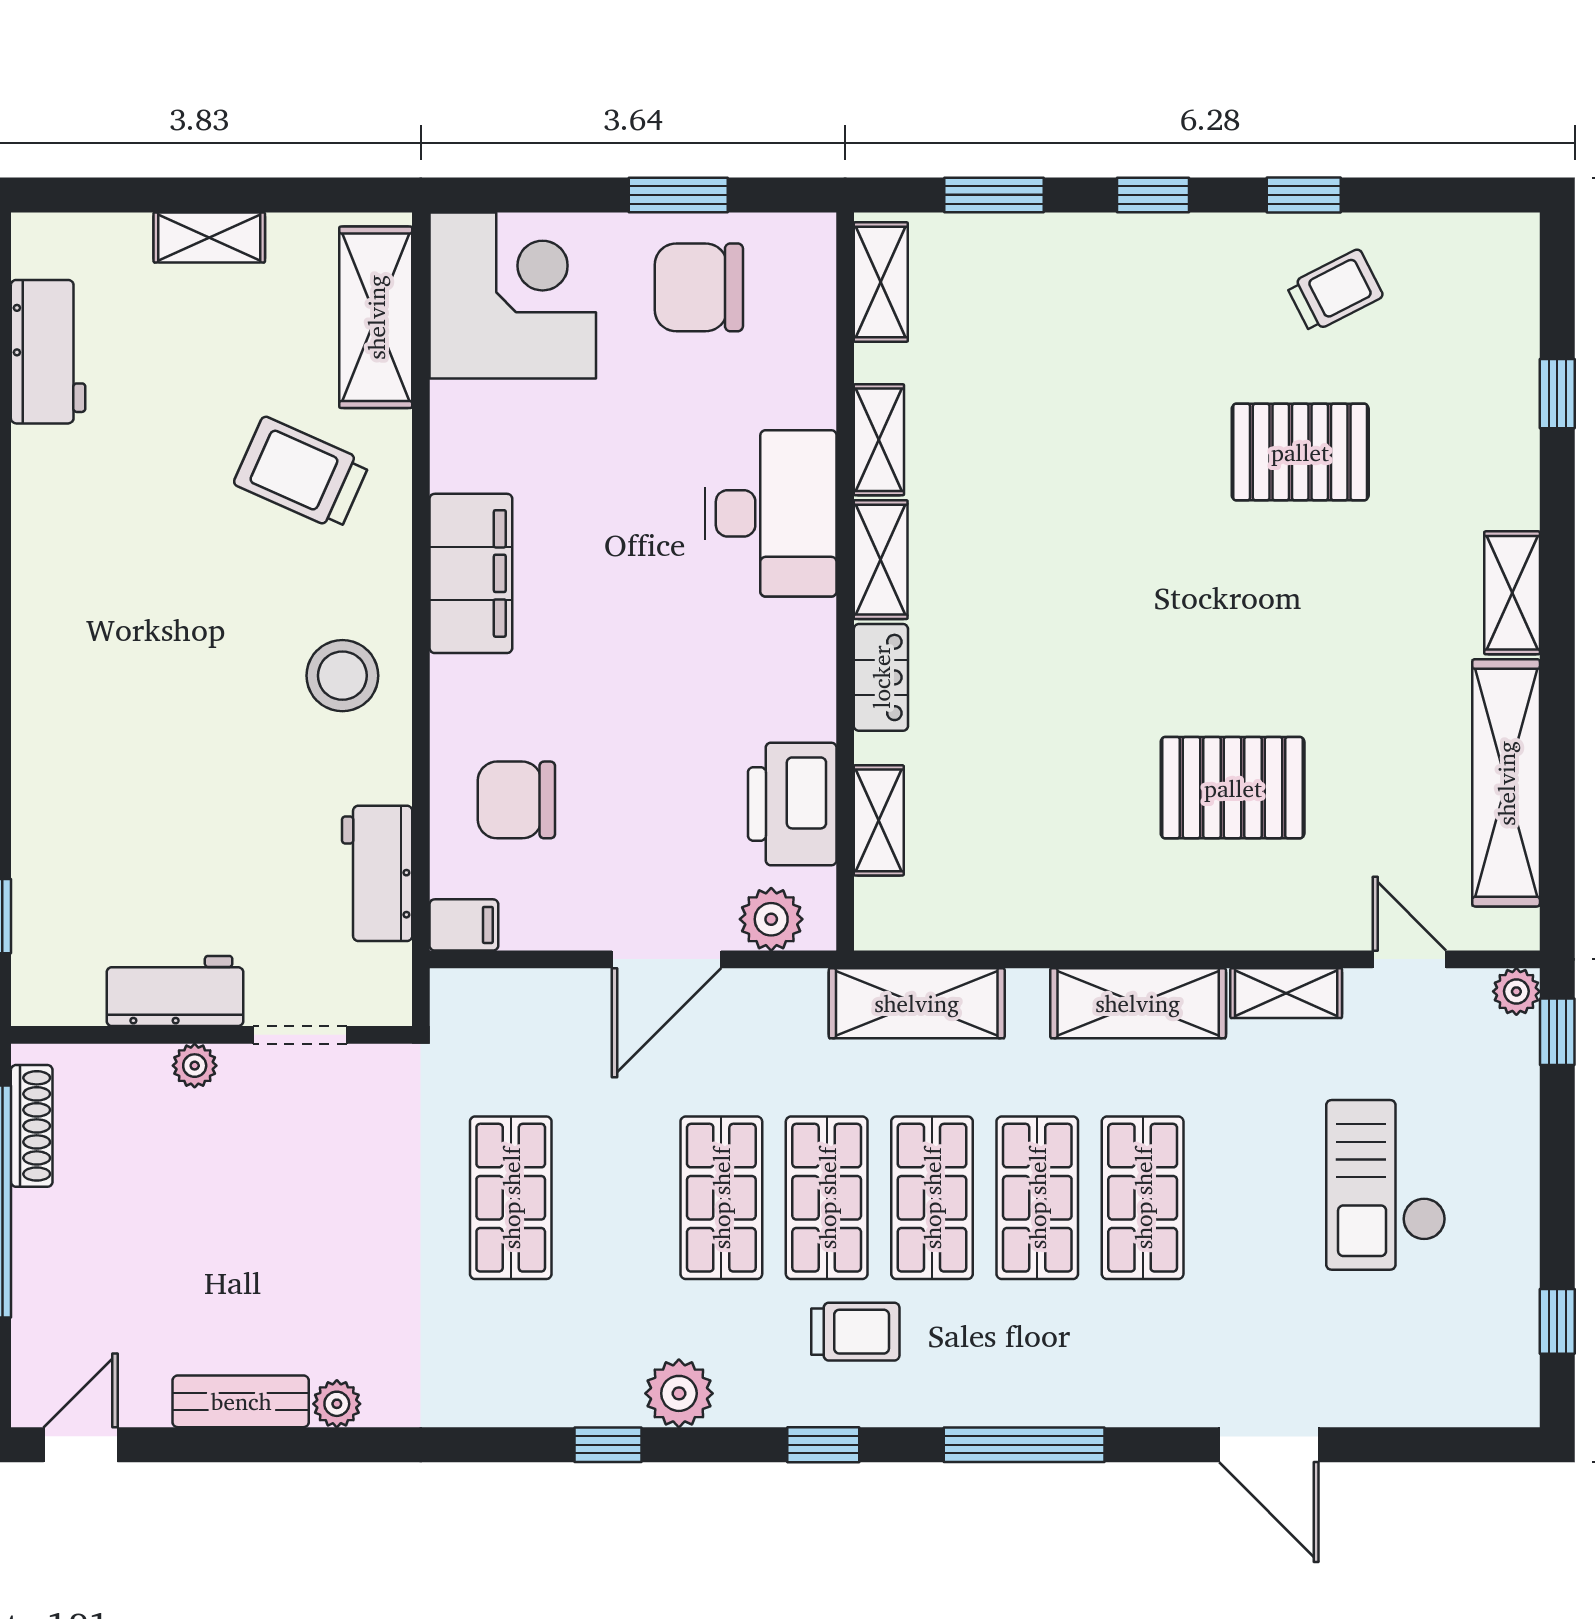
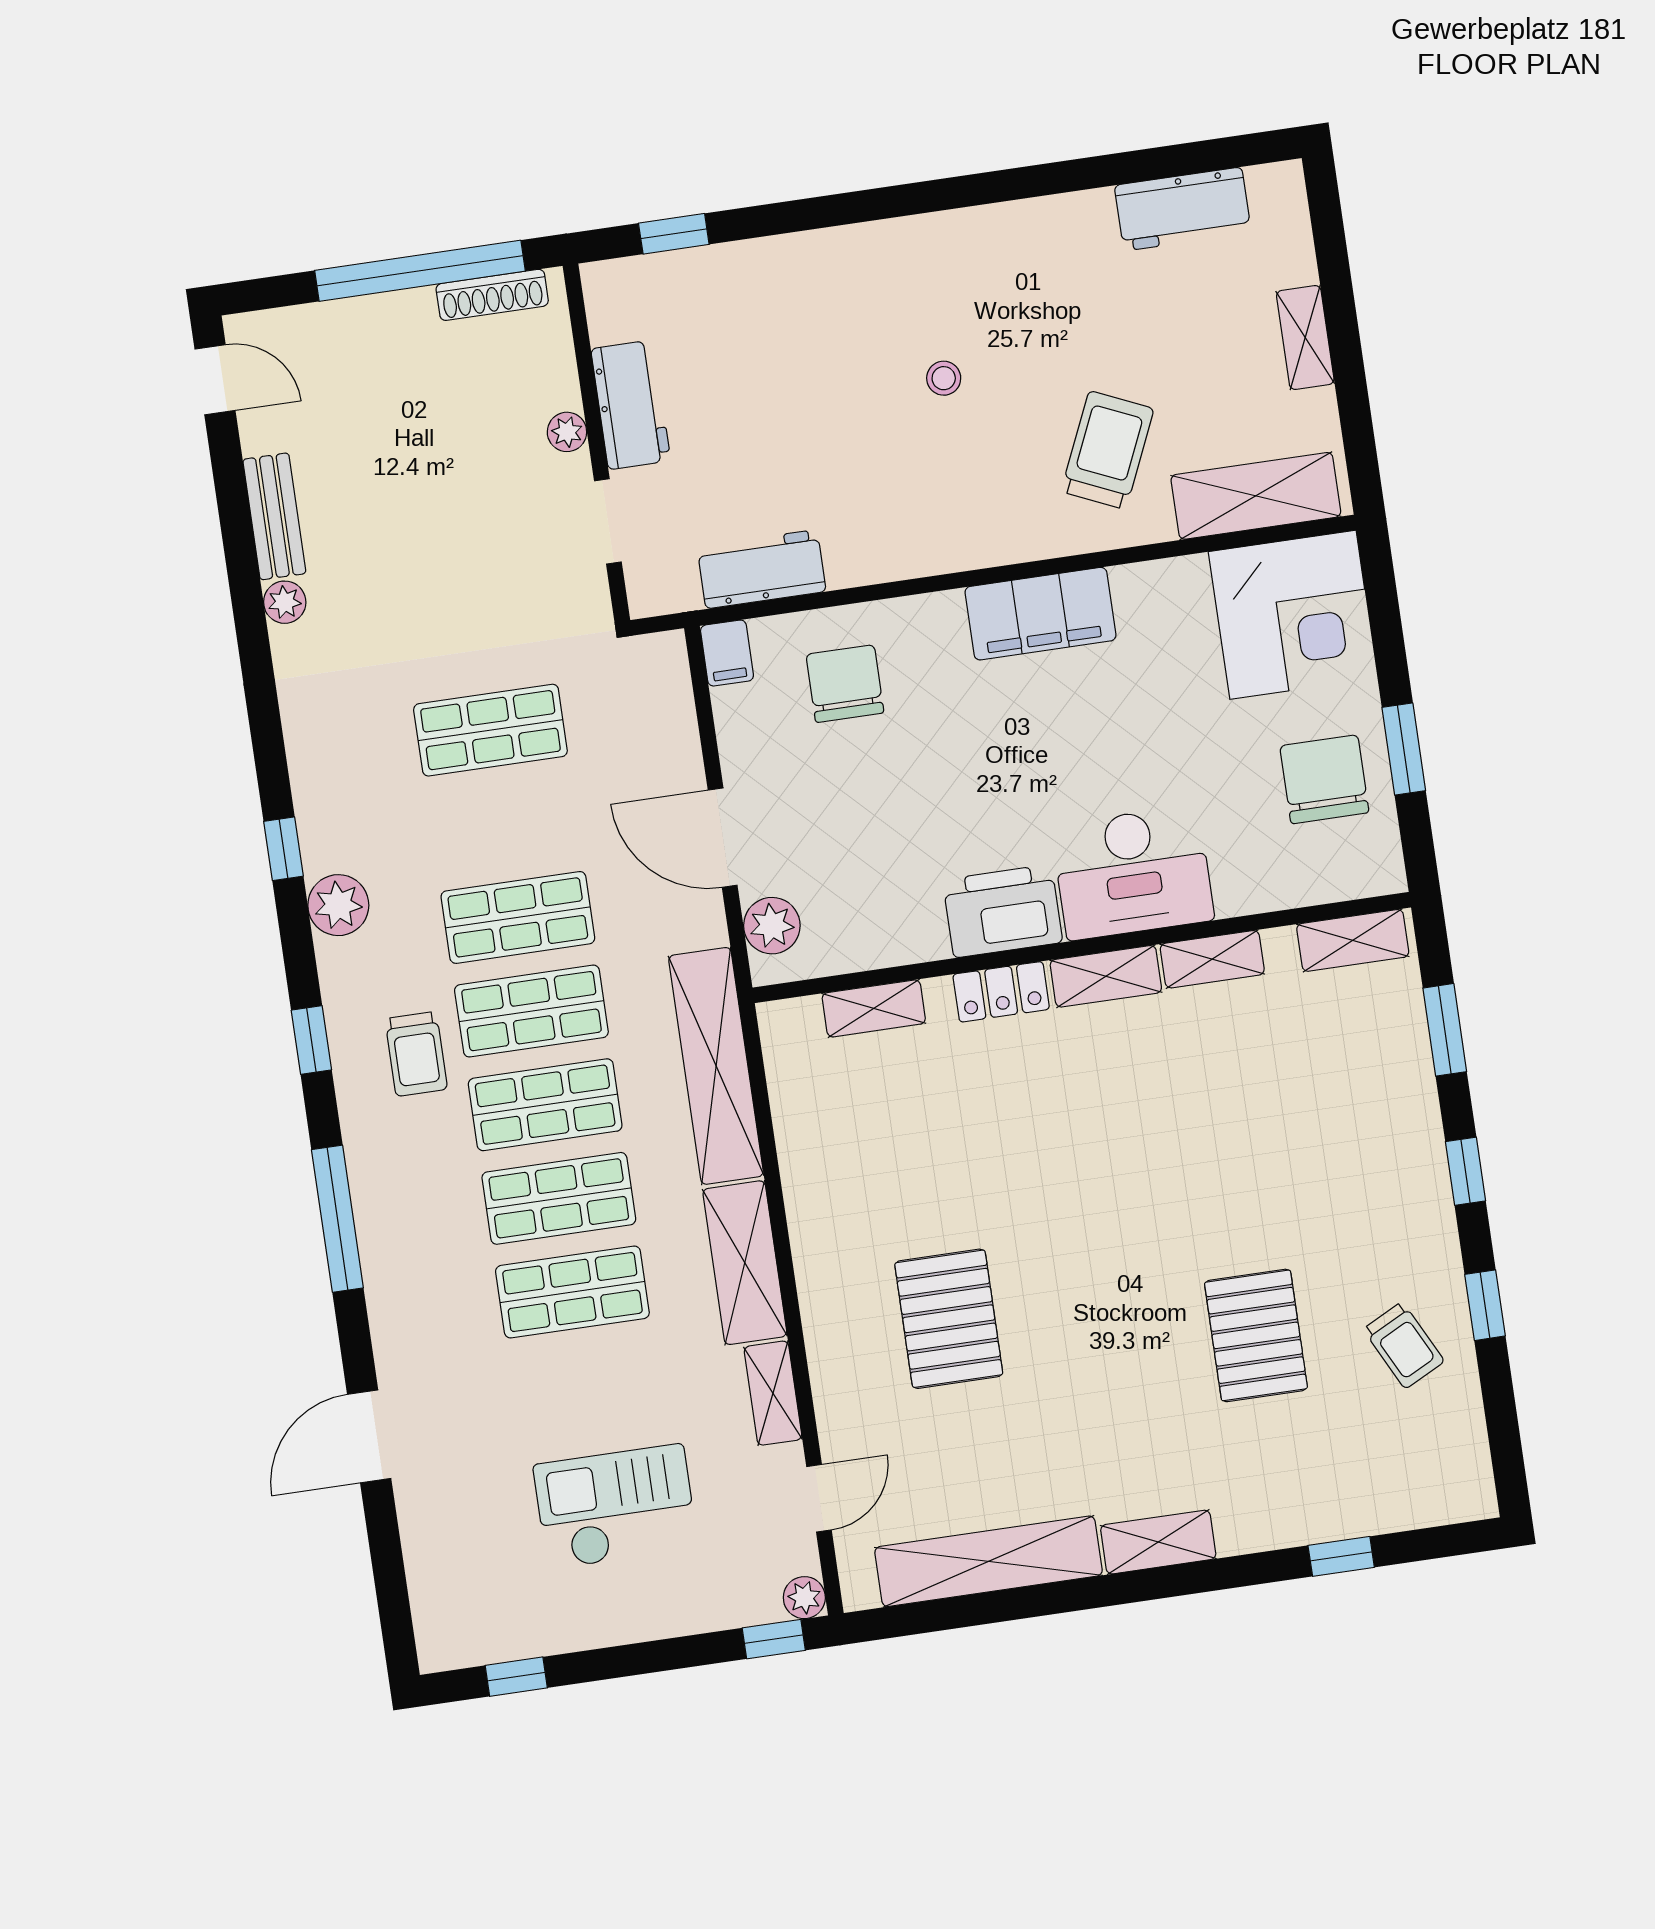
stool: (342, 676) -> (944, 378), moved, width x0.53, depth x0.53
printer: (792, 804) -> (1003, 911), moved
shelving: (917, 1003) -> (716, 1066), width x1.47

